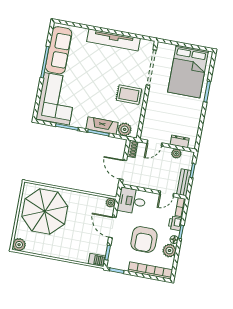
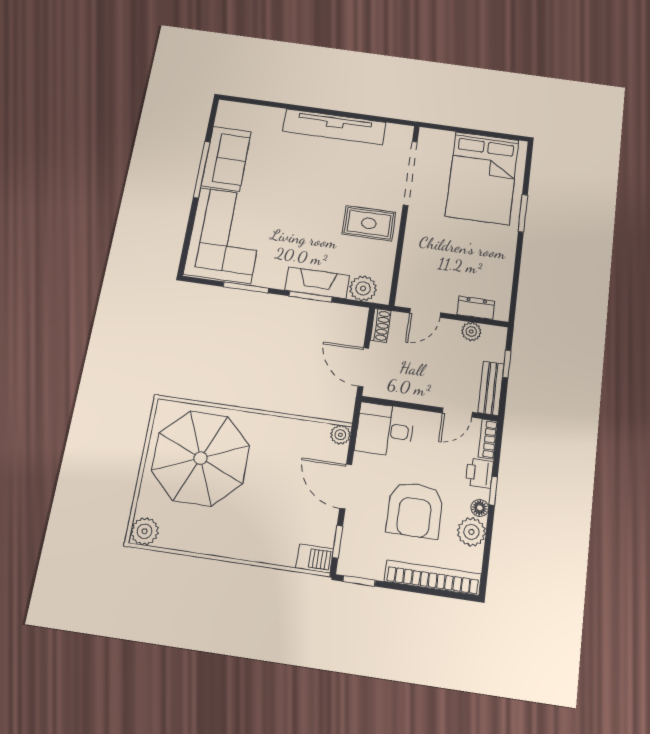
sofa: (59, 50) -> (226, 159), width x0.73

